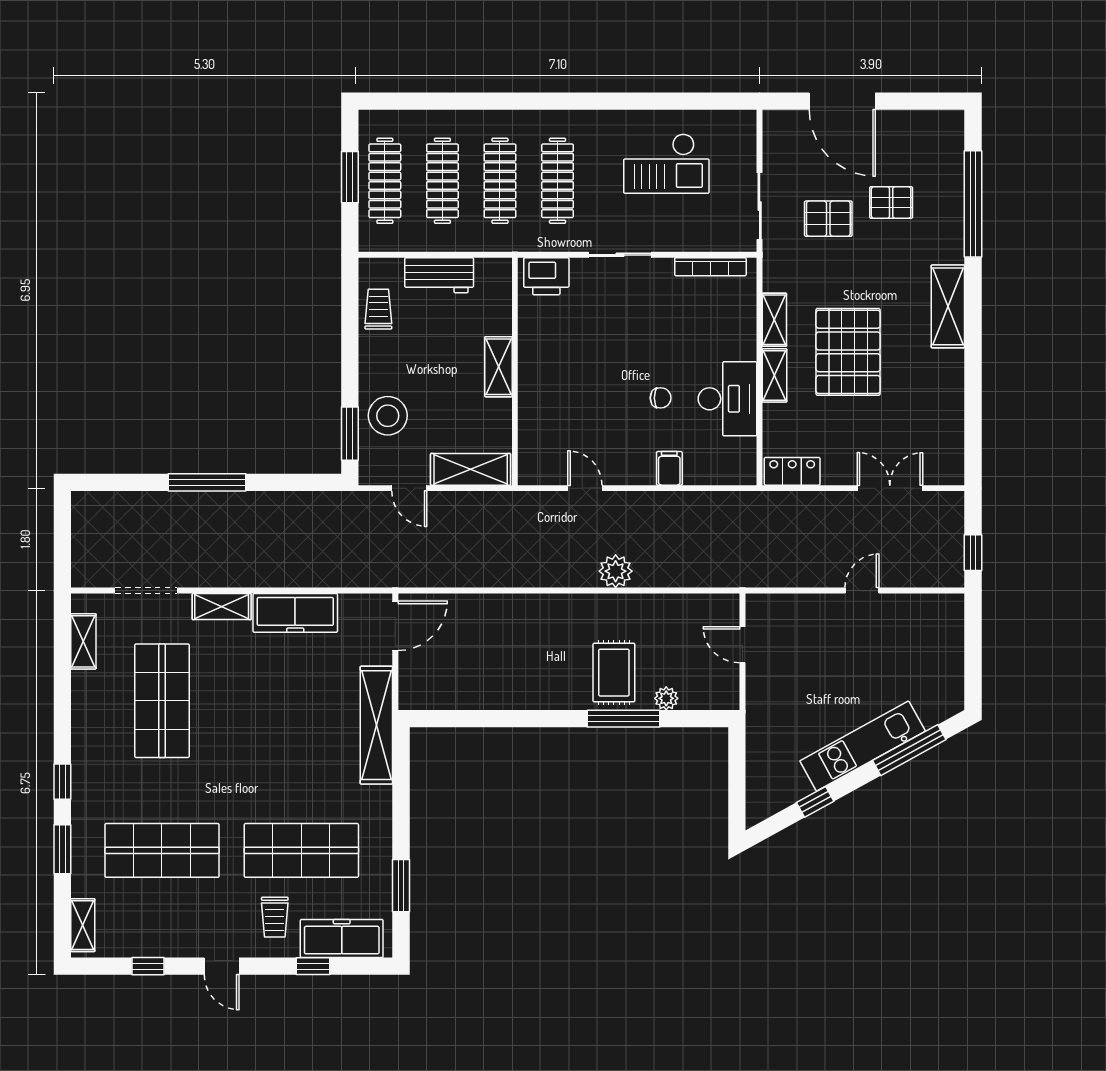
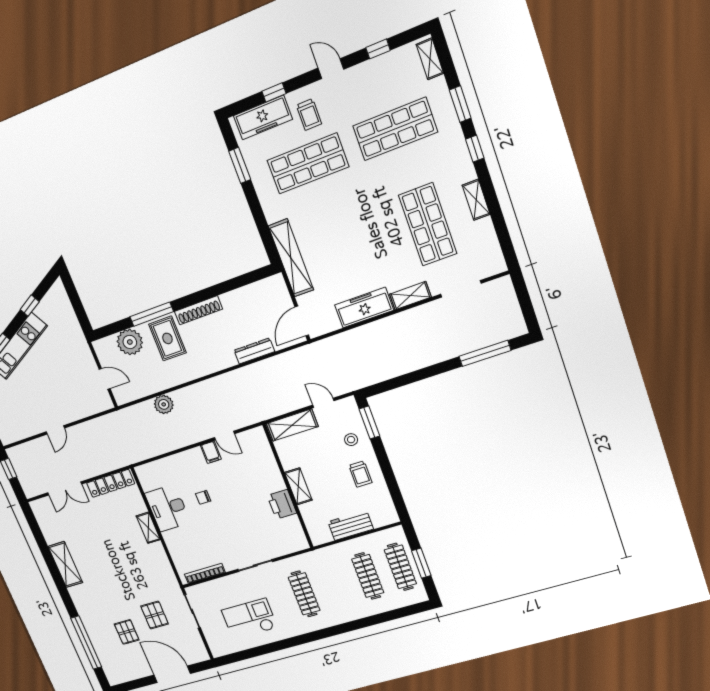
clothes rail: (500, 181) -> (336, 585), removed
pallet: (891, 202) -> (127, 632), turned 90
pallet: (828, 219) -> (155, 615), turned 90
printer: (546, 276) -> (282, 504), moved, turned -90
shelving: (948, 306) -> (65, 564), moved
trolley: (378, 309) -> (360, 474), moved
shelving: (774, 320) -> (160, 556), removed
pallet: (848, 352) -> (116, 551), removed
stool: (388, 416) -> (351, 440), width x0.53, depth x0.53
filing cabinet: (669, 468) -> (211, 452), moved
locker: (792, 471) -> (111, 483), width x1.53
window: (207, 482) -> (485, 353), moved
plant: (616, 571) -> (164, 404), moved
dresser: (485, 606) -> (254, 351), added
shelving: (83, 641) -> (476, 200), moved
shoe rack: (547, 698) -> (198, 310), added
plant: (666, 698) -> (130, 342), width x1.88, depth x1.88
trolley: (275, 917) -> (309, 114), turned 180

